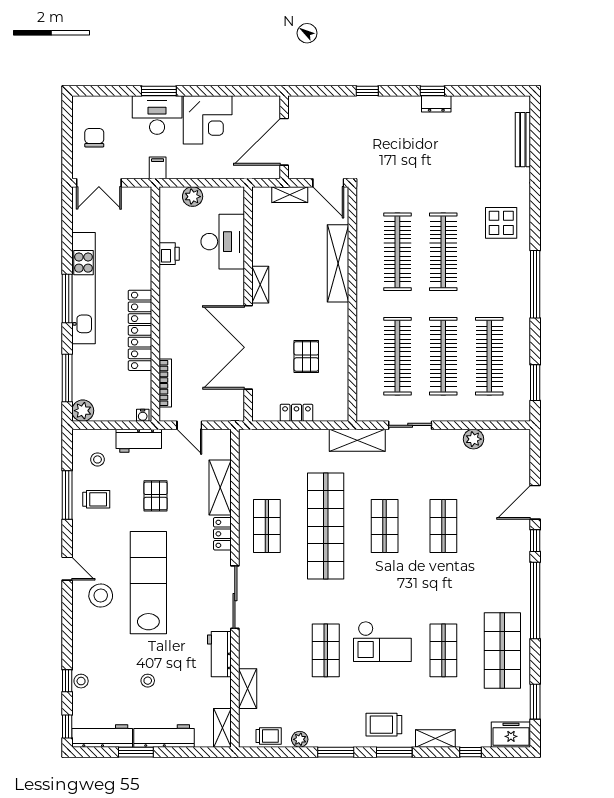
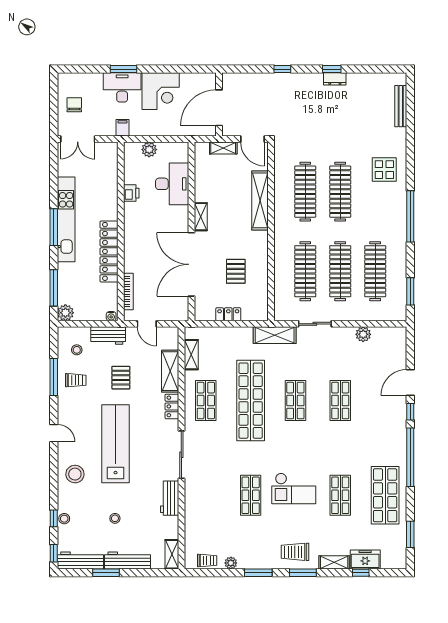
stool: (101, 595) -> (75, 474), moved
shelving: (248, 689) -> (191, 355), moved
freezer: (511, 735) -> (365, 559), moved

